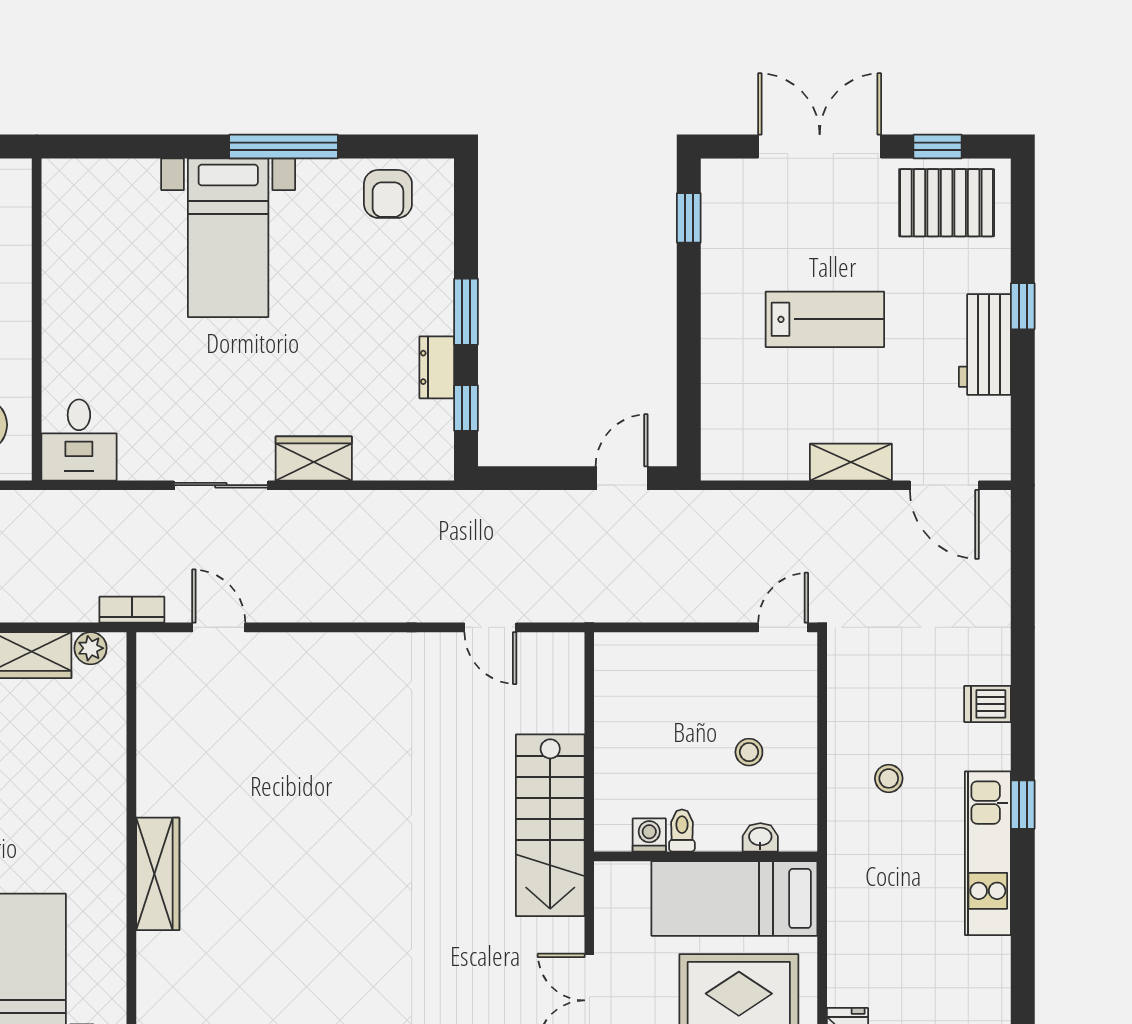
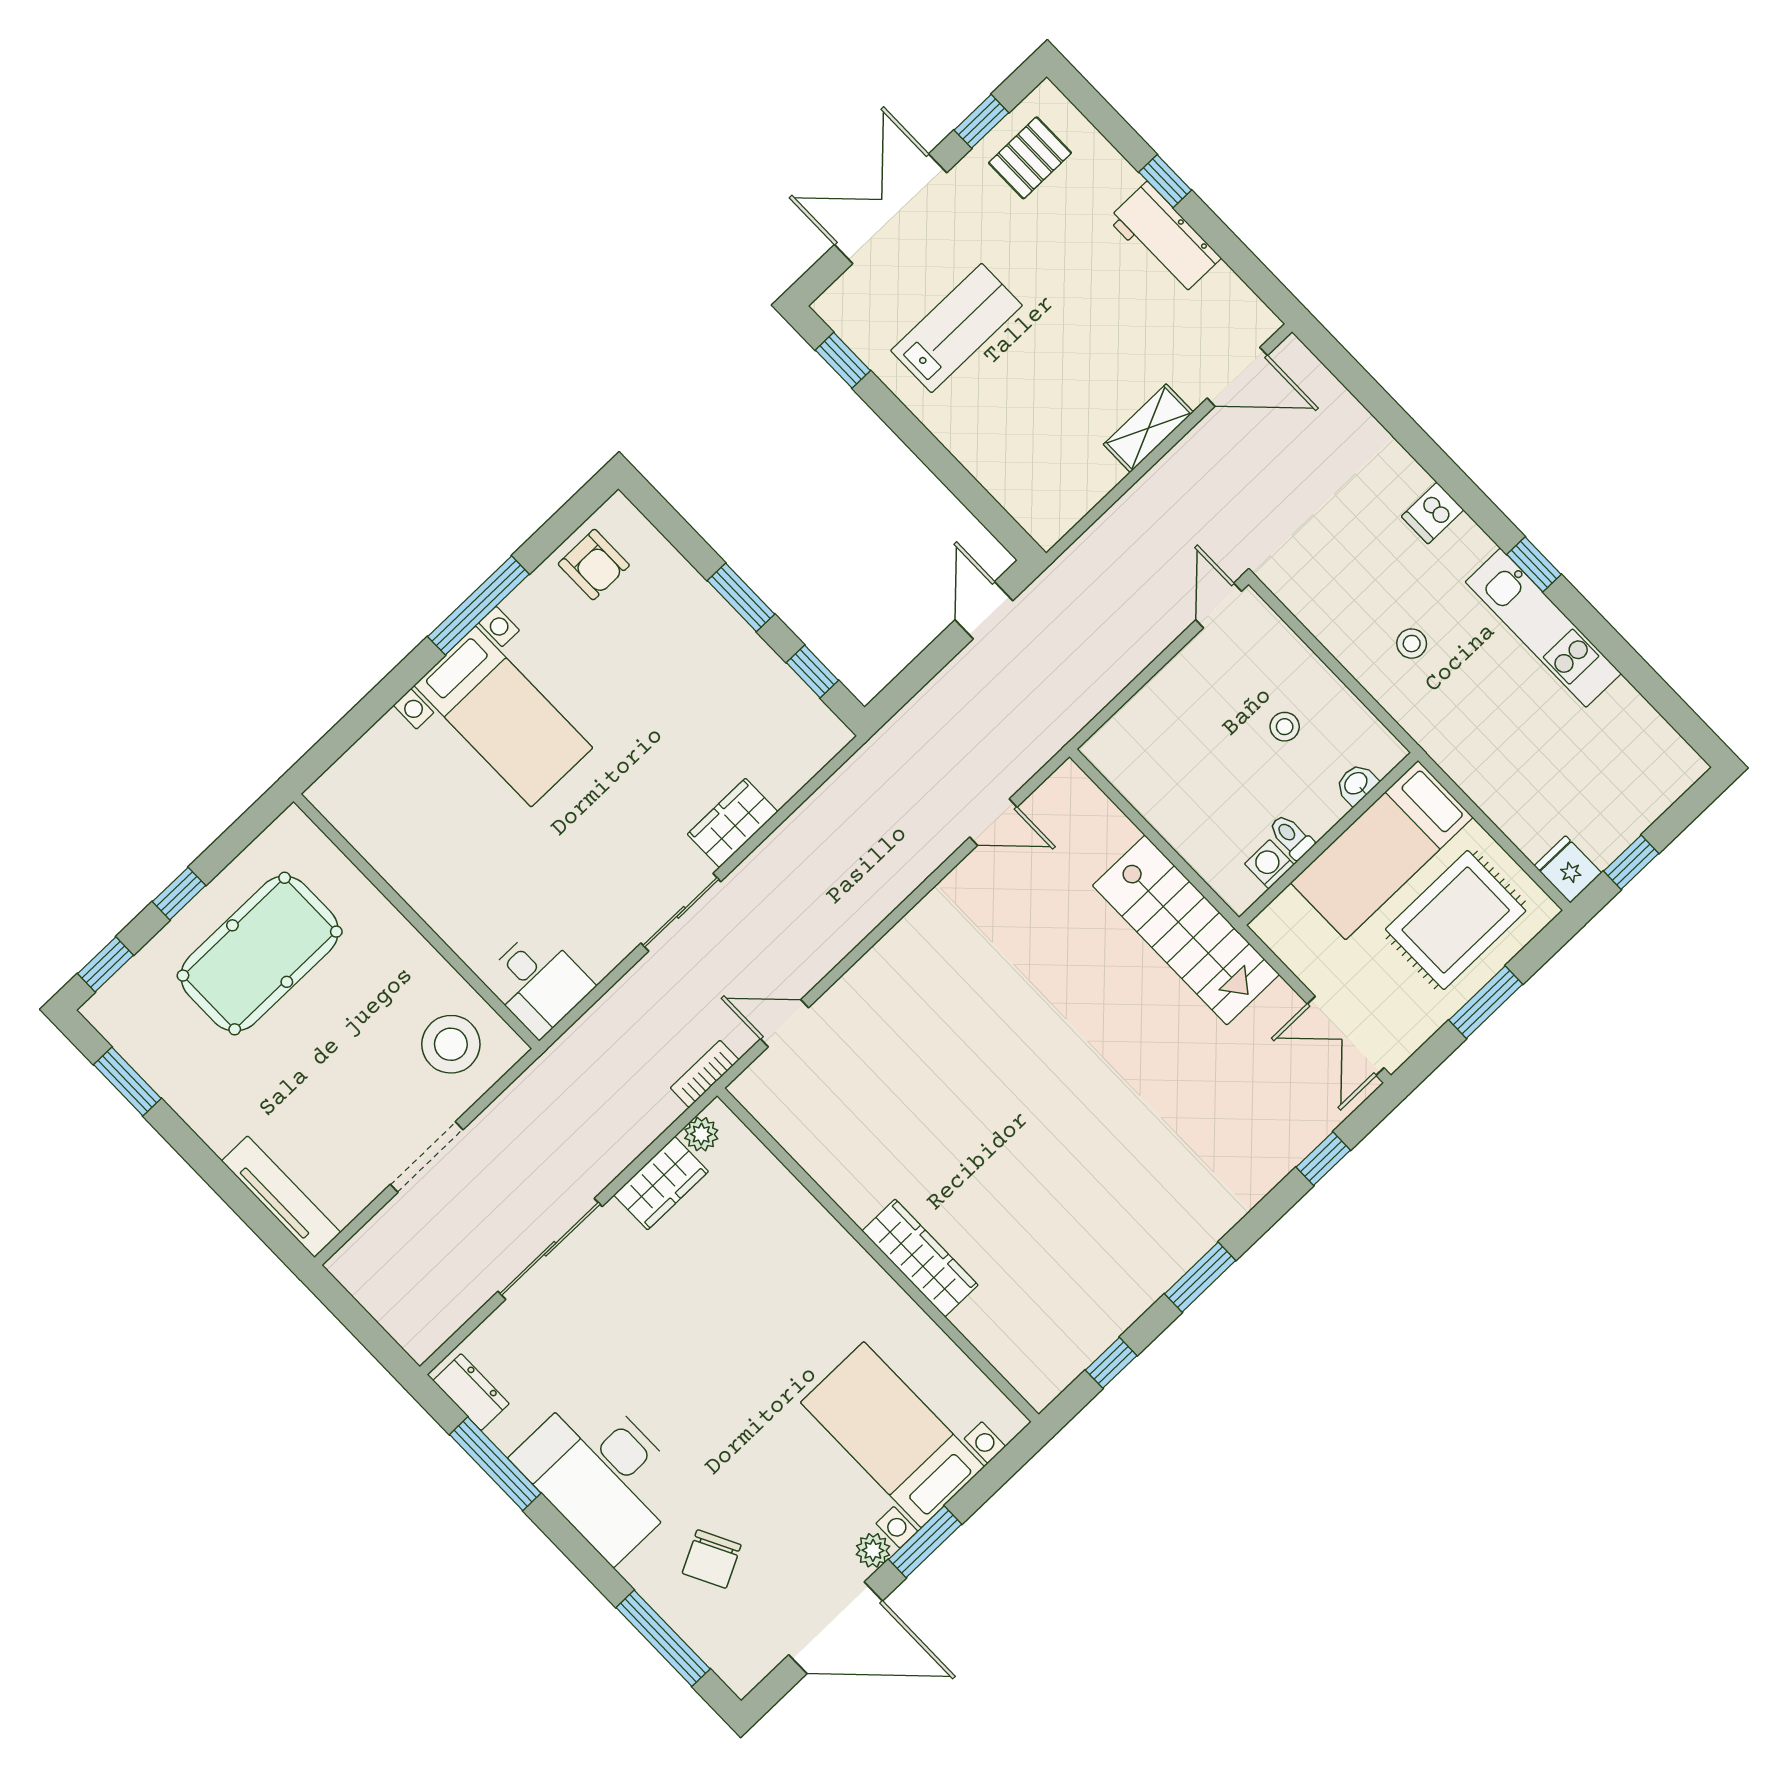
pallet: (947, 203) -> (1030, 158), width x0.67, depth x0.71
lab bench: (825, 319) -> (957, 328), moved
dresser: (437, 367) -> (760, 662), removed

